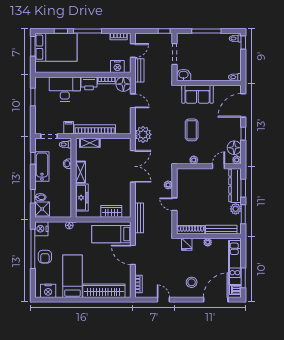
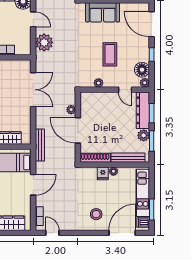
door: (243, 105) -> (152, 24), hinge flipped
coffee table: (192, 130) -> (110, 54), moved
plant: (143, 134) -> (44, 42), moved
door: (218, 166) -> (125, 90), swing flipped
door: (175, 204) -> (78, 130), width x1.88
fridge: (187, 244) -> (103, 173), moved
door: (133, 255) -> (33, 185), swing flipped
door: (163, 300) -> (52, 233), moved

